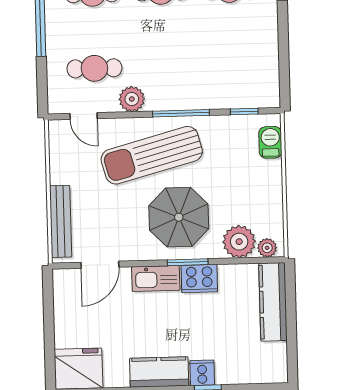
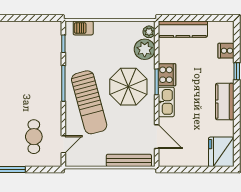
plant: (132, 99) -> (54, 114), removed
cooker: (202, 373) -> (226, 51), moved

